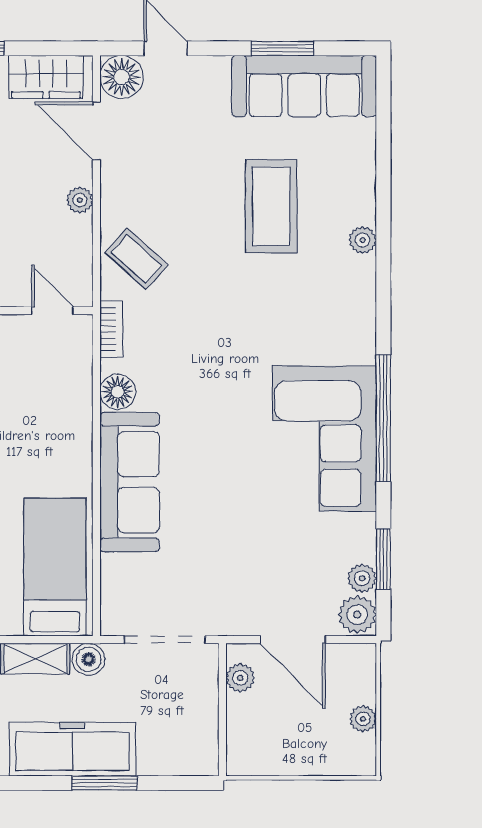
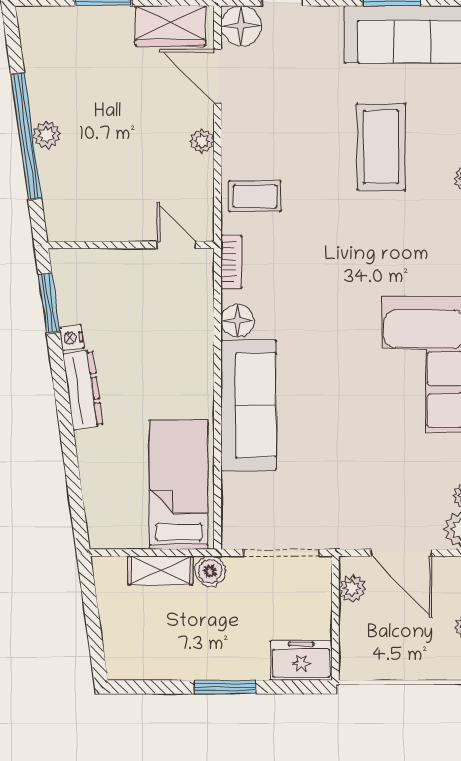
coffee table: (136, 259) -> (255, 196), turned -42
freezer: (72, 749) -> (301, 660), moved, width x0.52, depth x0.79

